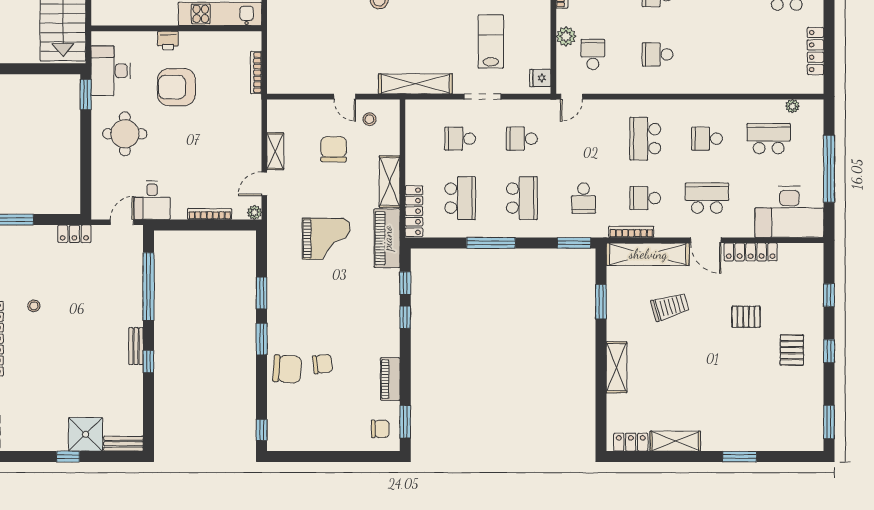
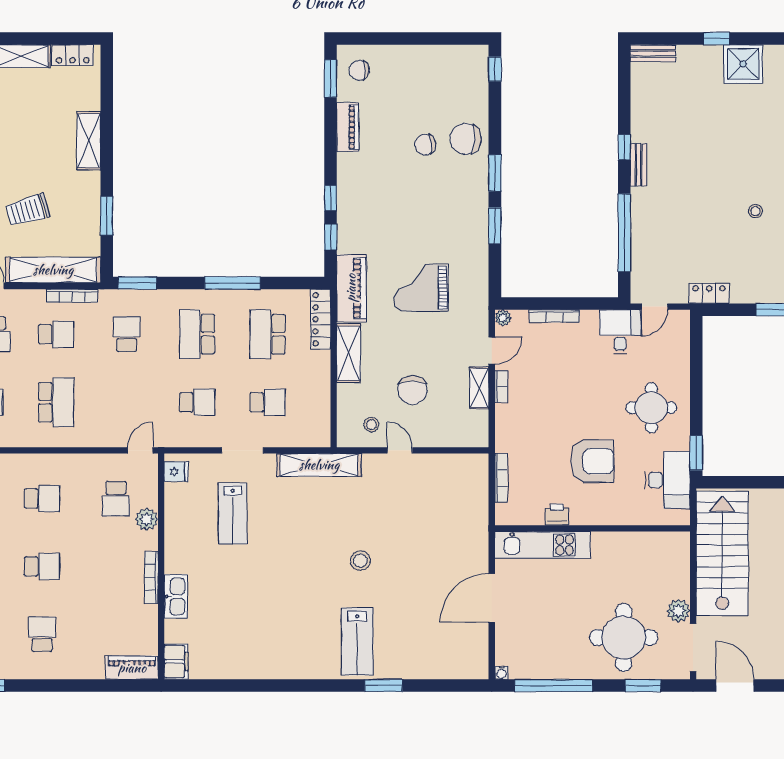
printer: (168, 40) -> (557, 515), moved
bookcase: (256, 152) -> (501, 387), added
shower: (86, 434) -> (743, 64), moved

